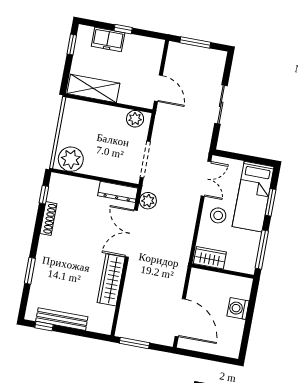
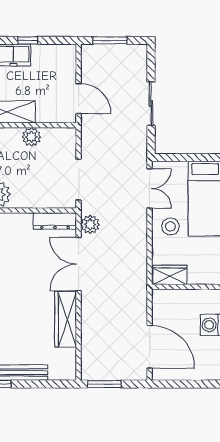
plant: (135, 119) -> (31, 137), moved

